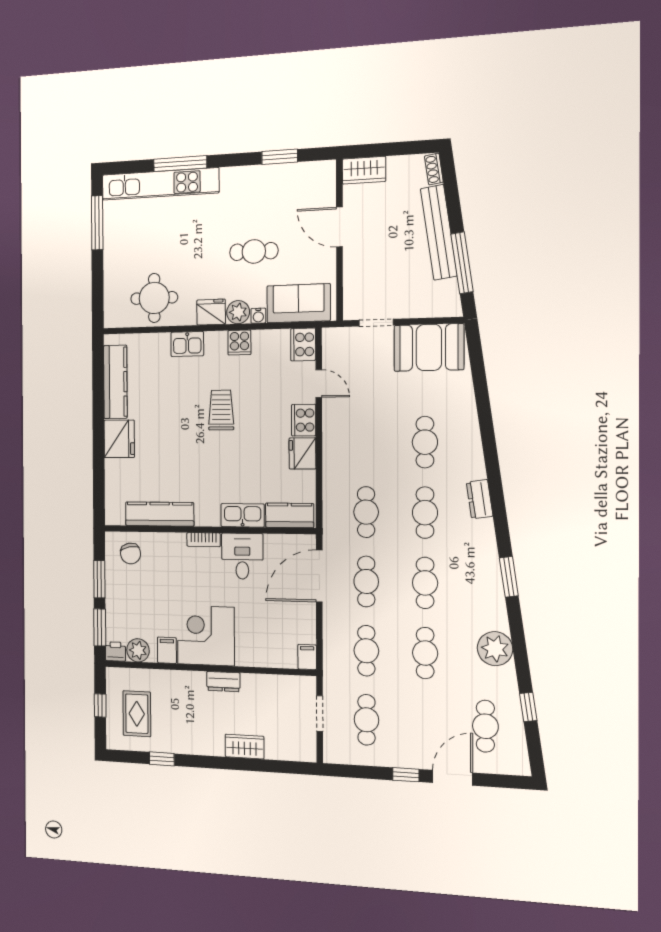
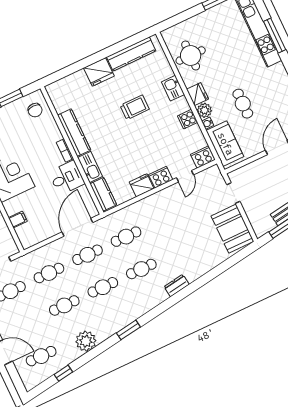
trolley: (221, 410) -> (135, 107), moved
cafe table: (425, 442) -> (180, 251), removed
dresser: (480, 499) -> (177, 286), moved
kitchen counter: (160, 514) -> (74, 133), moved
chair: (131, 554) -> (35, 110), turned -79
door: (319, 576) -> (77, 227), hinge flipped
filing cabinet: (307, 657) -> (18, 219), moved

